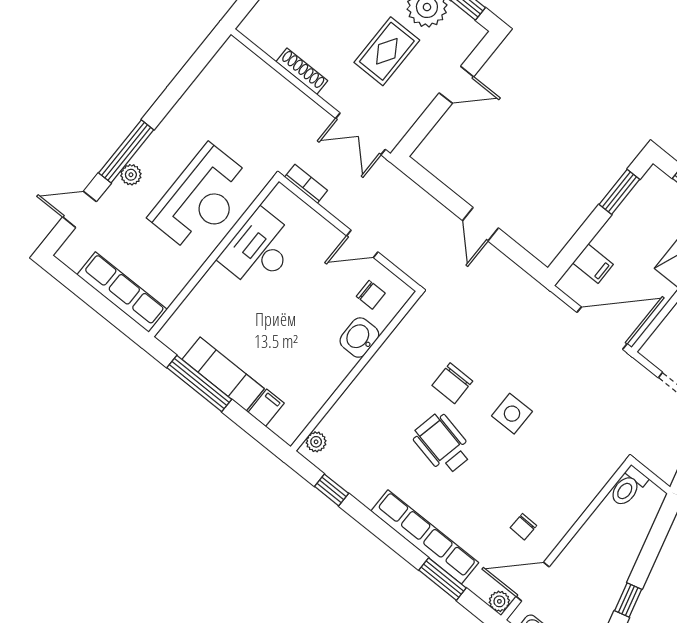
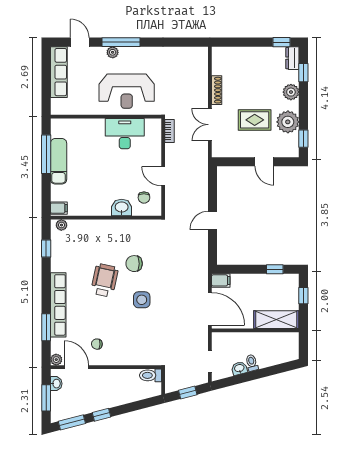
double door: (360, 134) -> (210, 125), moved
window: (619, 192) -> (275, 269), width x0.67
filing cabinet: (593, 264) -> (221, 280), moved, turned -90
row of seats: (122, 292) -> (59, 72), moved
filing cabinet: (266, 408) -> (59, 208), moved

